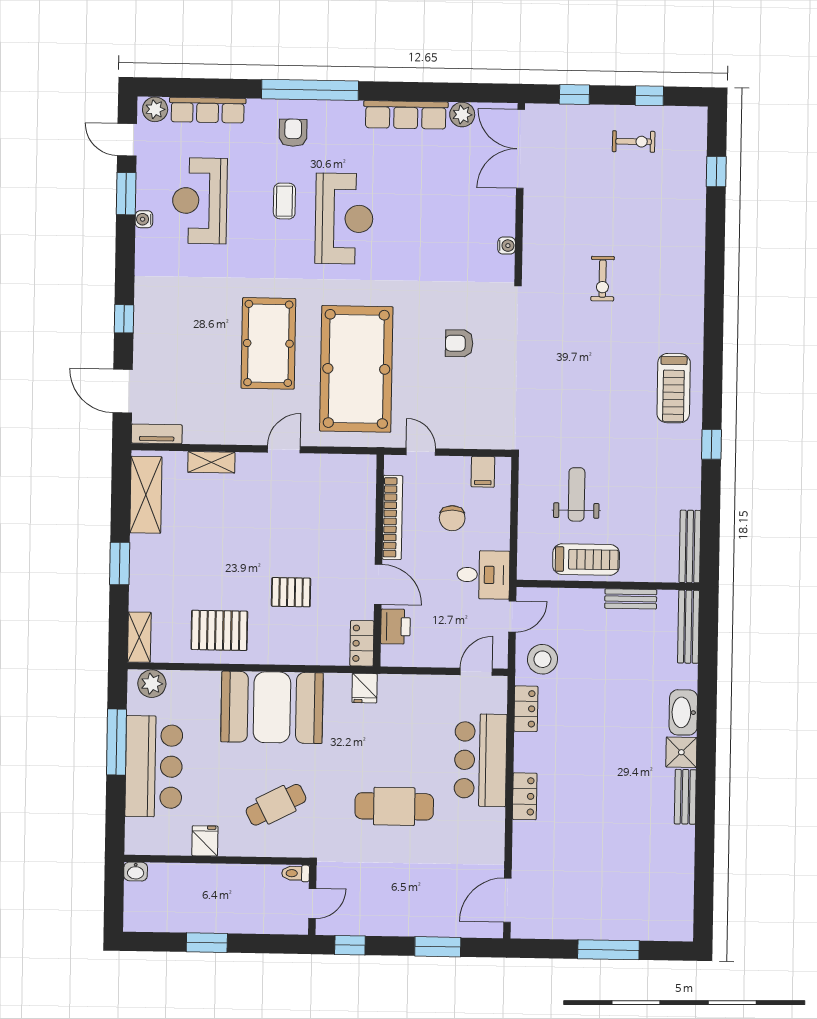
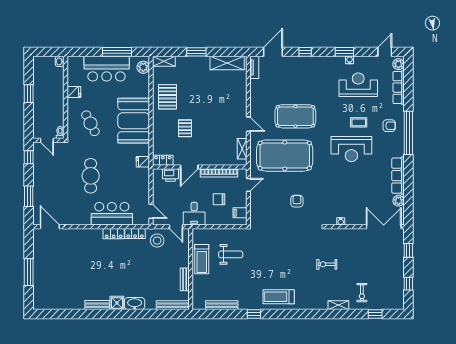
exercise bike: (634, 142) -> (362, 293), moved
window: (126, 194) -> (344, 52), moved
shelving: (695, 254) -> (338, 305), added
shelving: (211, 462) -> (242, 149), moved
bench: (690, 546) -> (222, 305), moved
locker: (525, 796) -> (114, 234), moved

